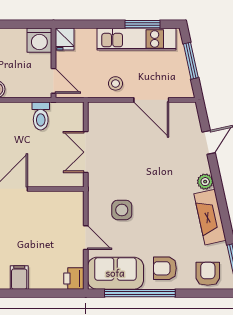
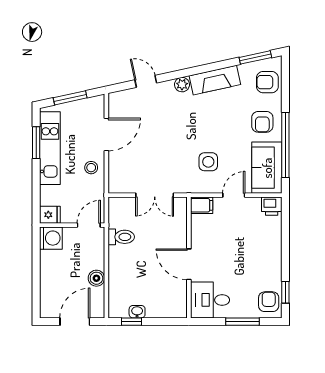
filing cabinet: (19, 277) -> (202, 205), moved, turned 180

